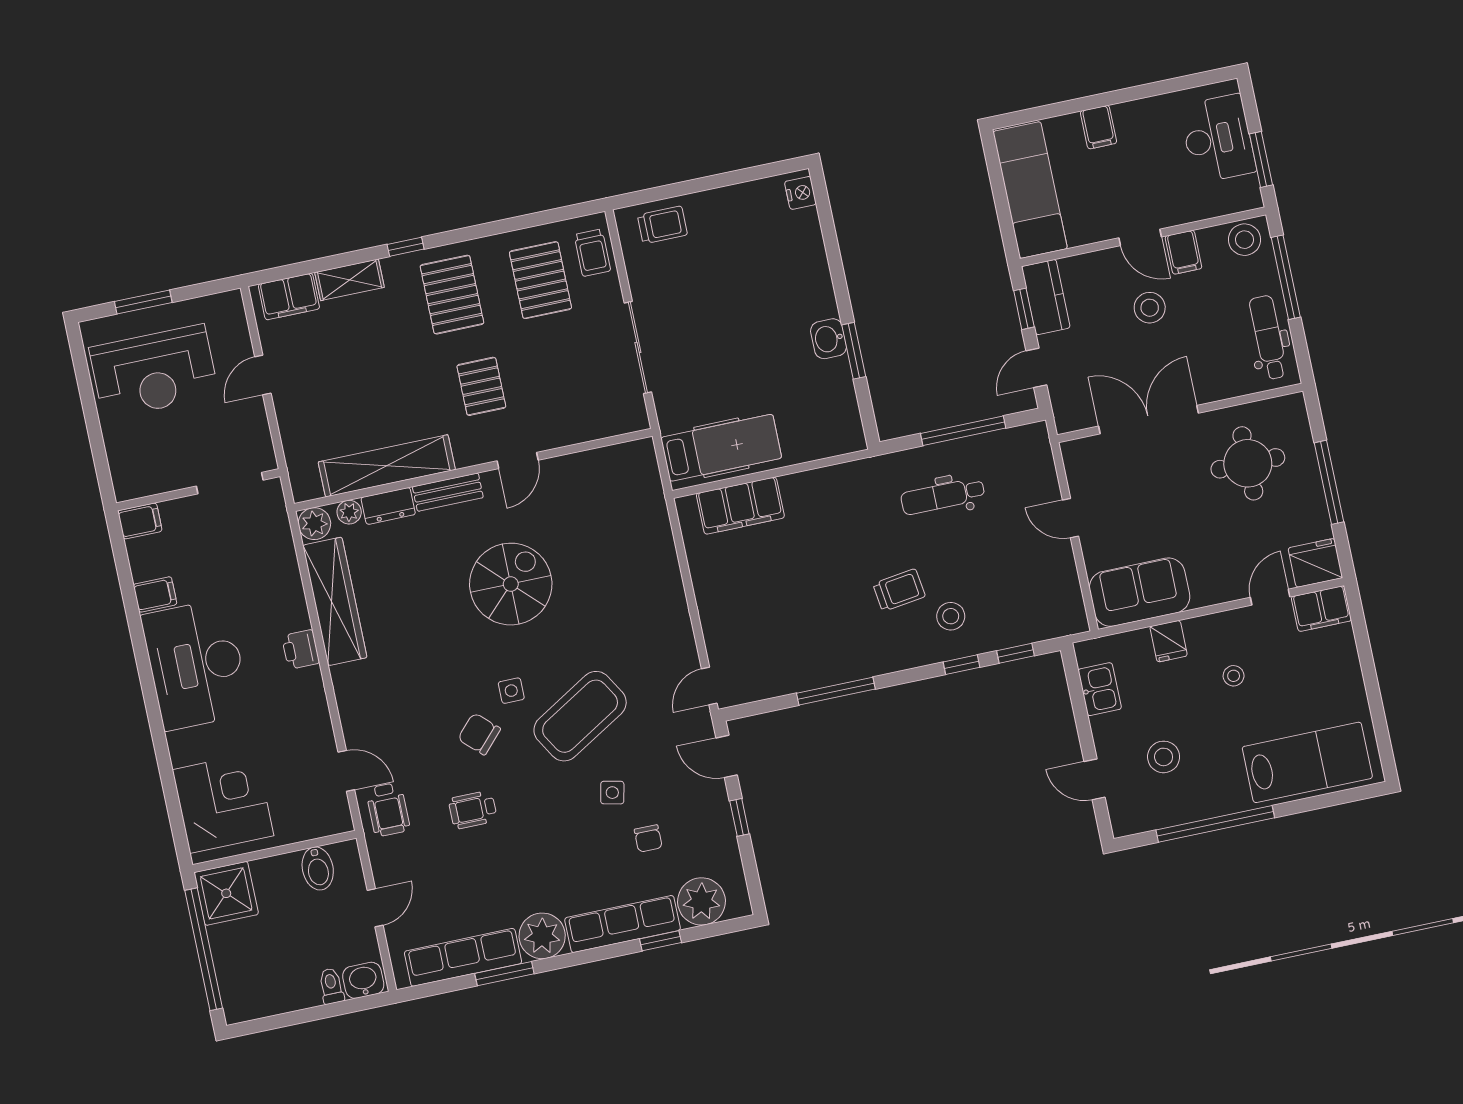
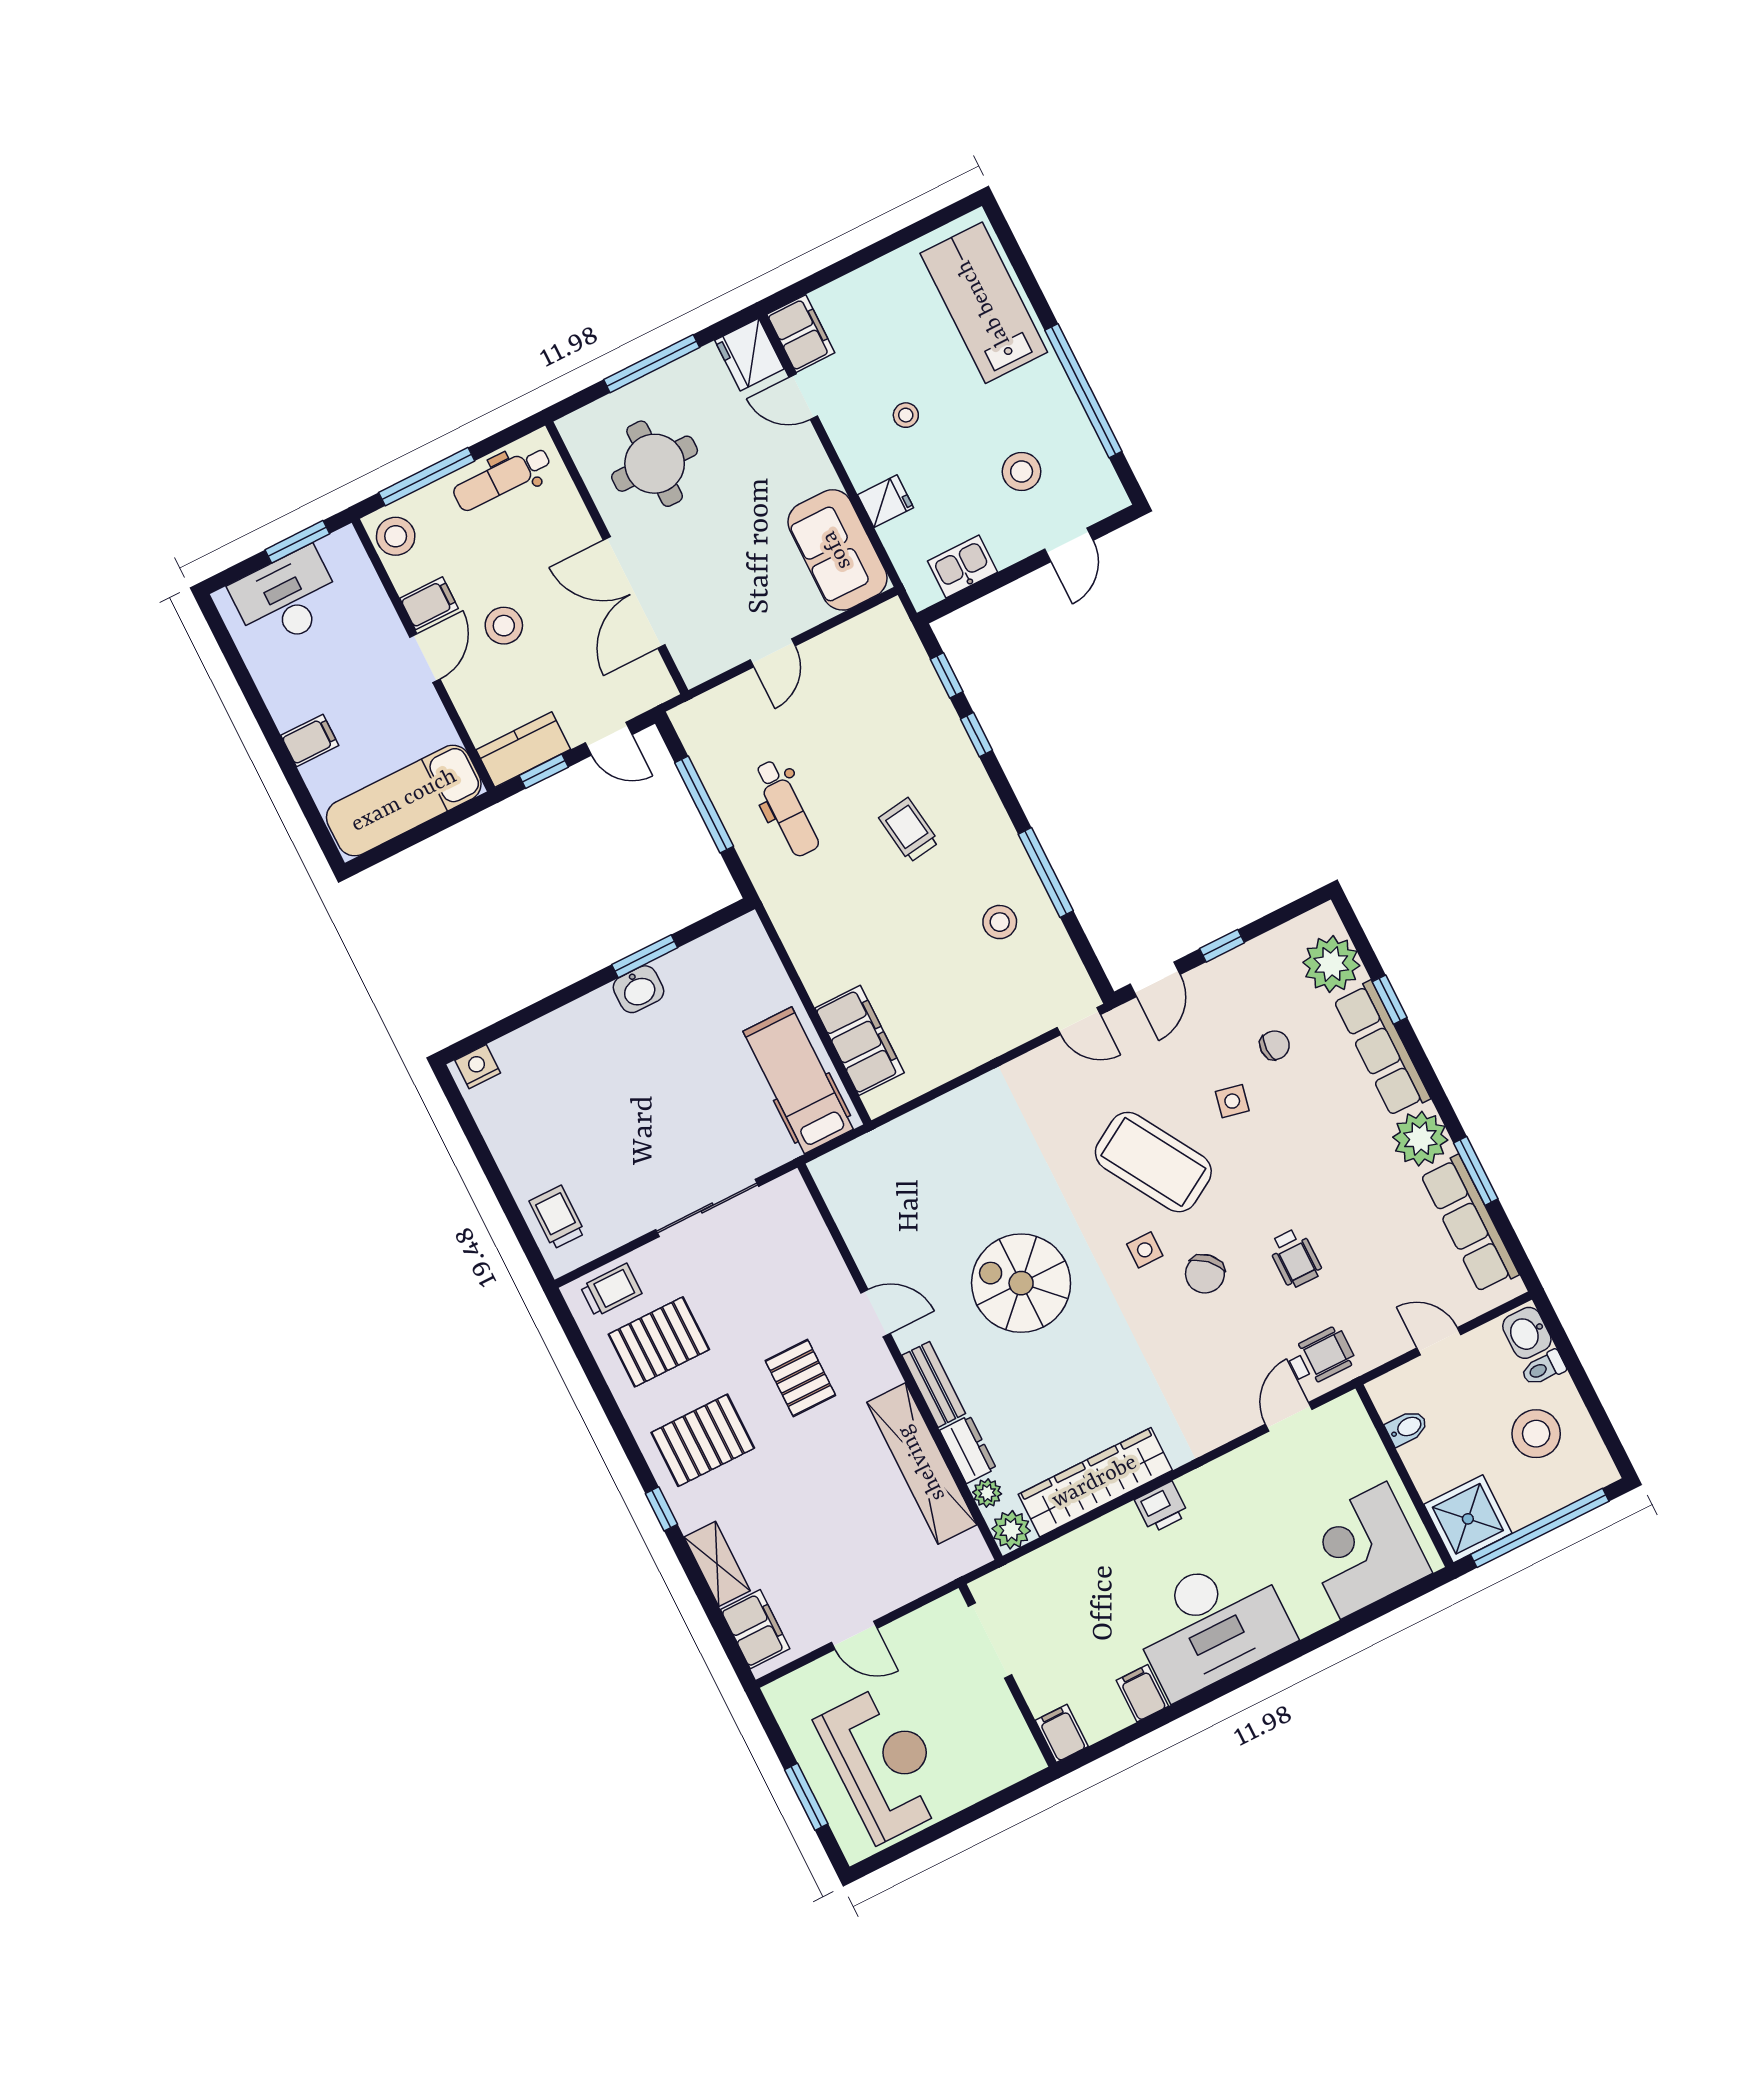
pallet: (481, 386) -> (800, 1378), turned 90
stool: (951, 616) -> (1000, 922), moved
bidet: (318, 868) -> (1407, 1428), width x0.72, depth x0.74
stool: (280, 966) -> (1536, 1434), added

